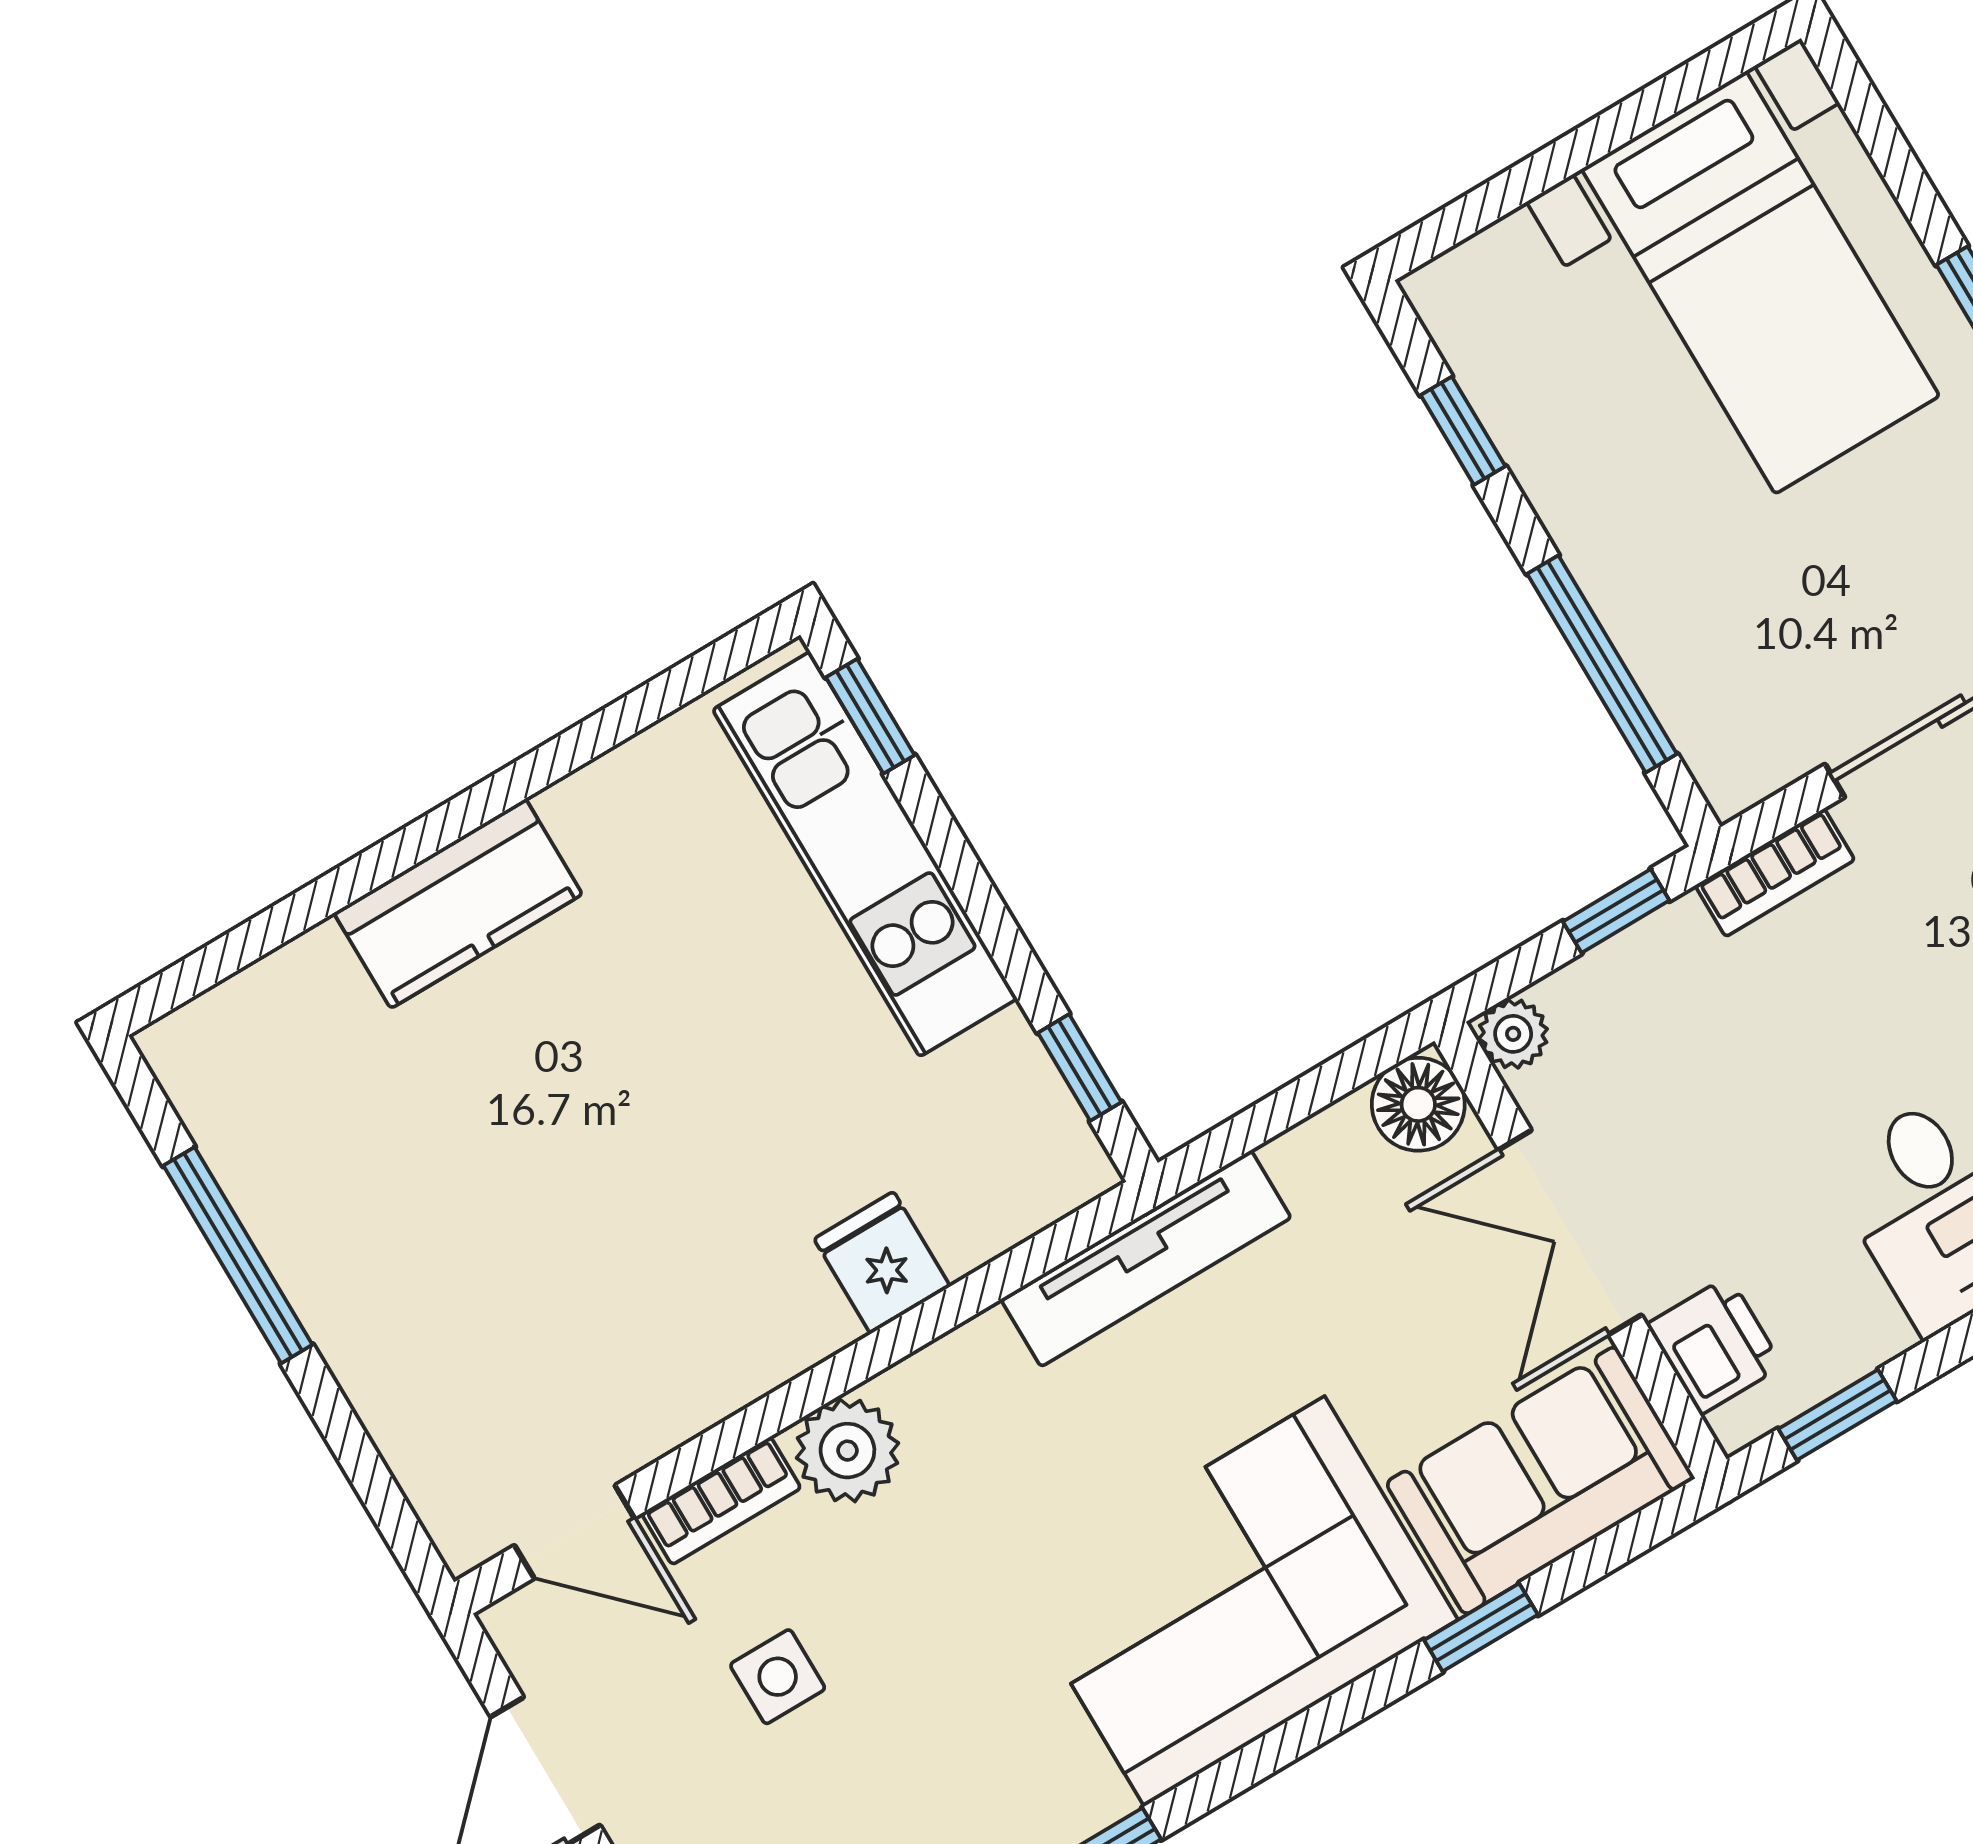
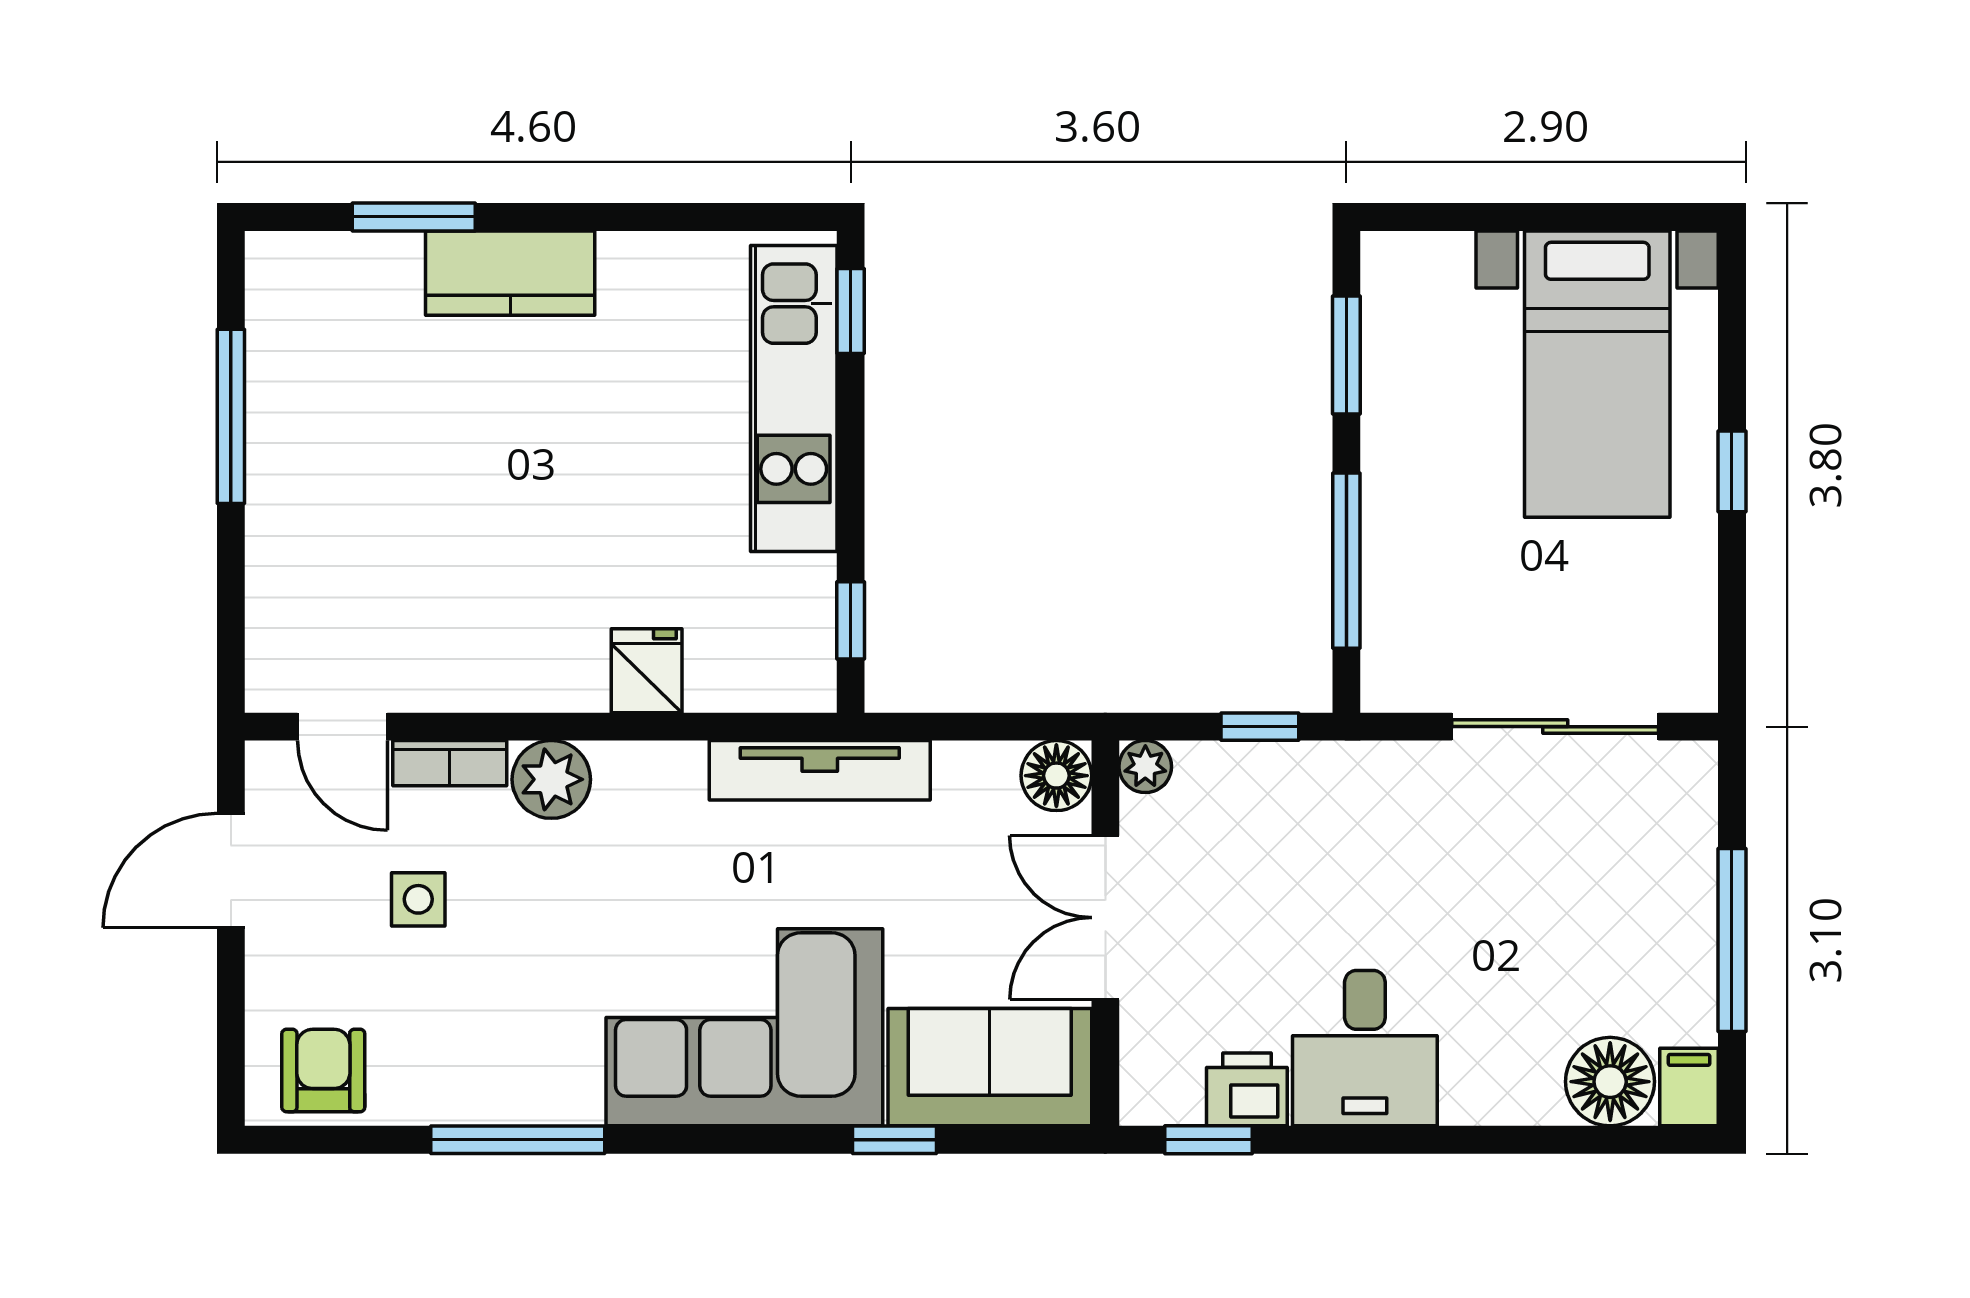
window: (1463, 431) -> (1346, 355), width x1.50
bookcase: (1775, 873) -> (1378, 763), removed
window: (311, 905) -> (414, 217), added
printer: (1715, 1345) -> (1247, 1089), moved, turned -90

